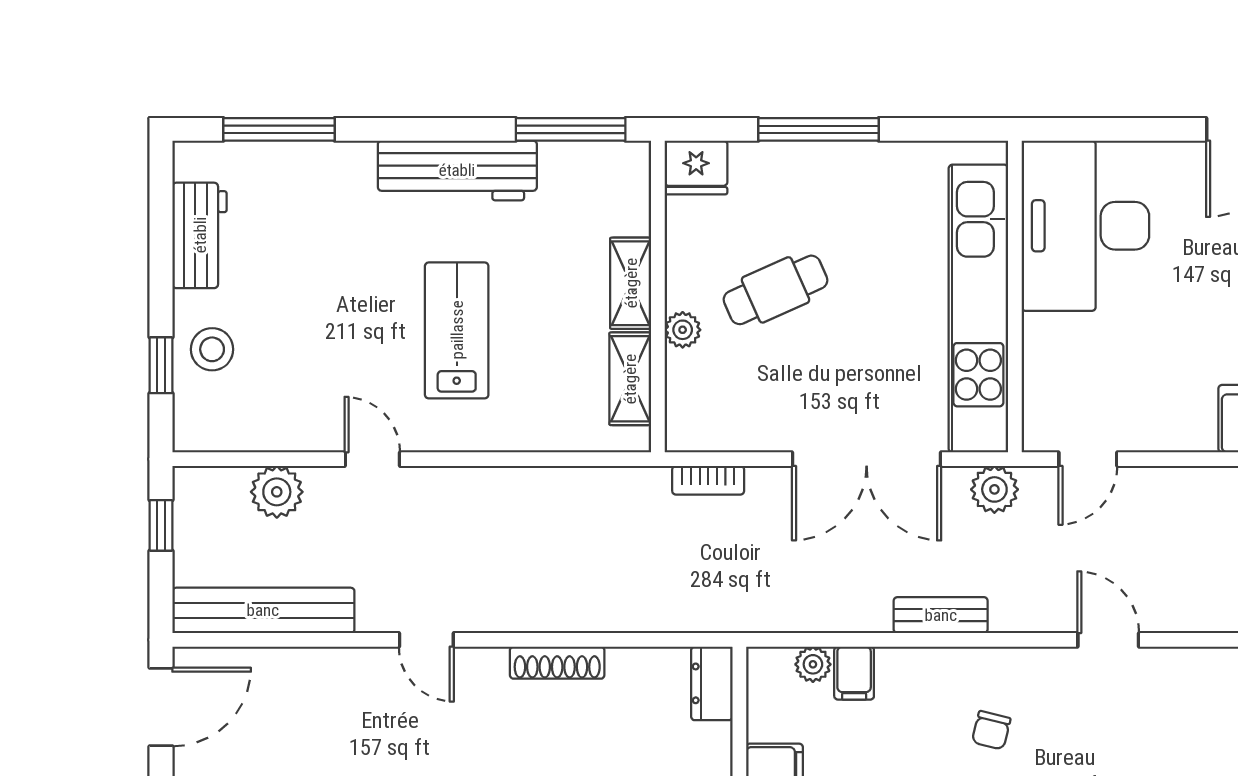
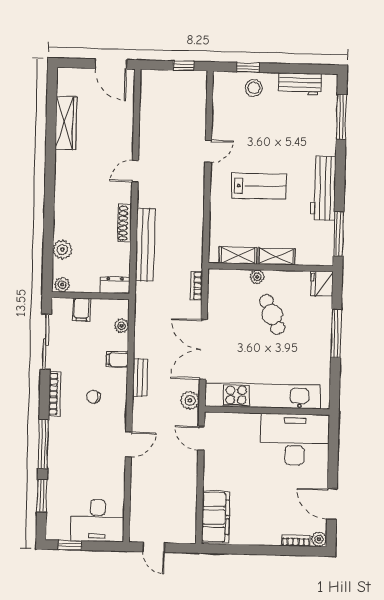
plant: (277, 492) -> (196, 113), removed
bench: (263, 610) -> (145, 245), moved
filing cabinet: (854, 673) -> (117, 359), moved

